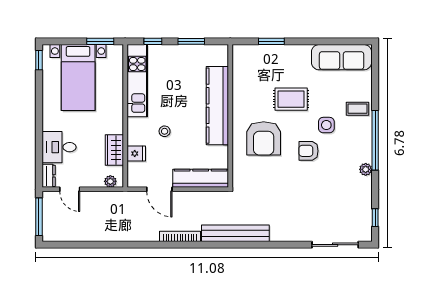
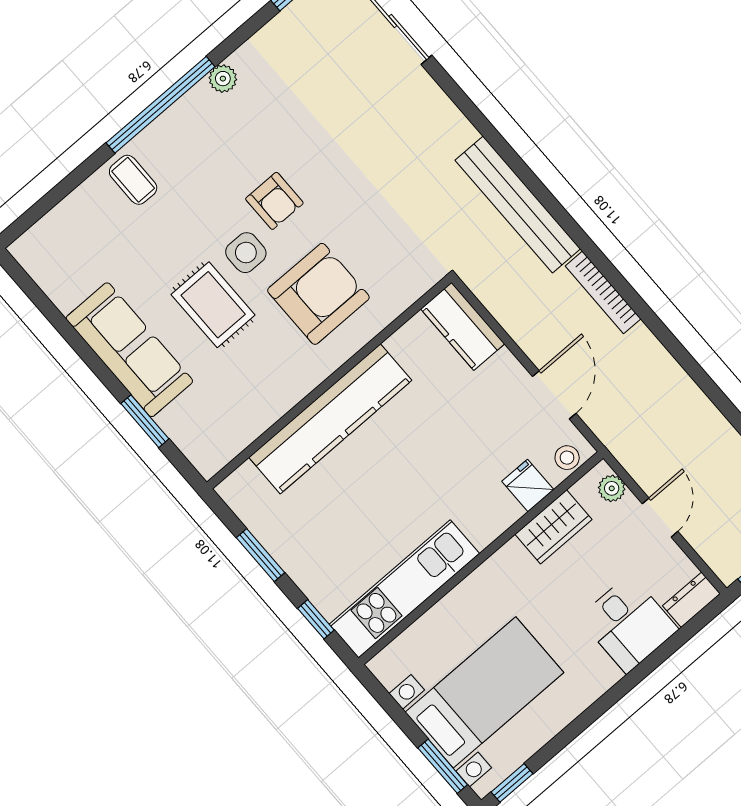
window: (100, 41) -> (443, 766), moved
sofa: (342, 57) -> (129, 350), moved
side table: (326, 125) -> (246, 253), moved
stool: (165, 131) -> (567, 458), moved
kitchen counter: (201, 178) -> (463, 326), width x0.67
door: (70, 189) -> (660, 518), moved

